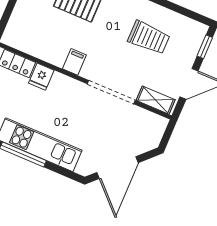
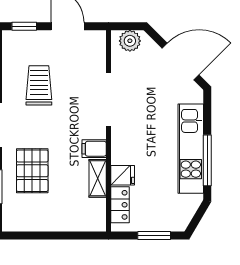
shelving: (156, 100) -> (98, 178), moved
plant: (154, 132) -> (130, 41), added

